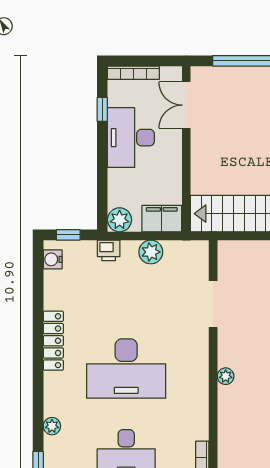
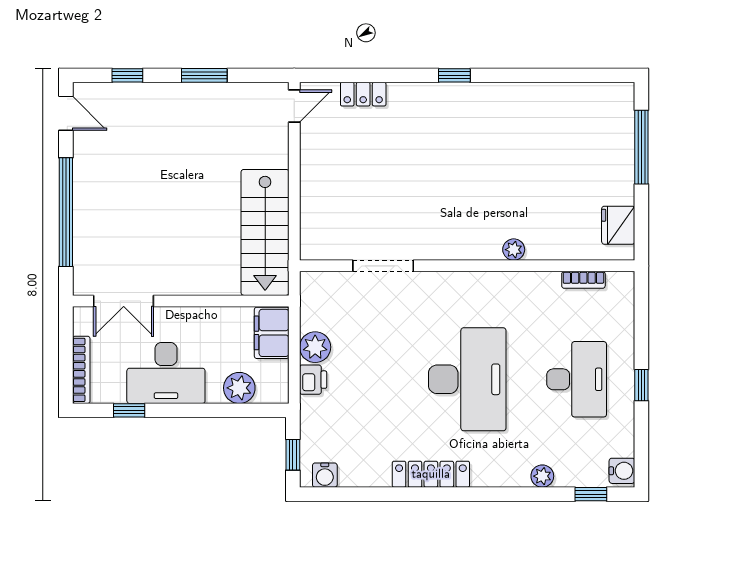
plant: (120, 220) -> (239, 388), moved
printer: (109, 250) -> (313, 380), moved
plant: (226, 376) -> (514, 250), moved

